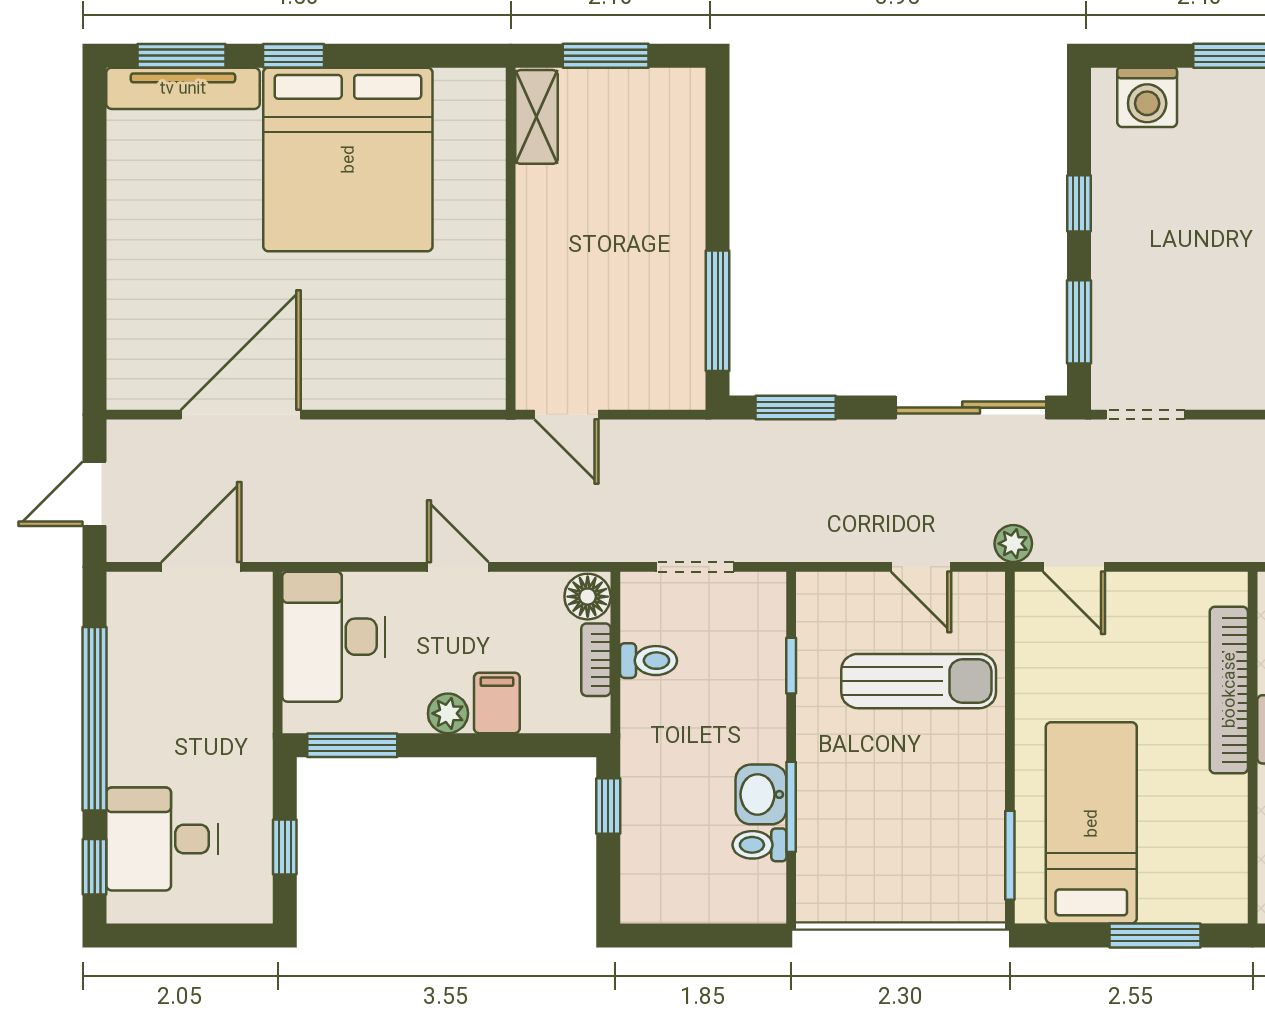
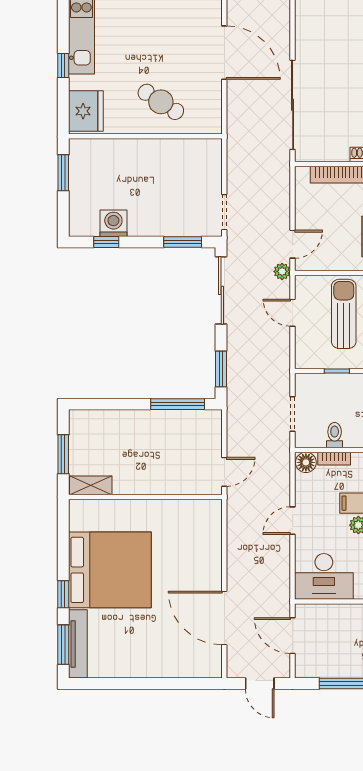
washing machine: (1147, 97) -> (113, 223), moved, turned -90
window: (1079, 203) -> (106, 242), moved
door: (921, 567) -> (293, 313), swing flipped

